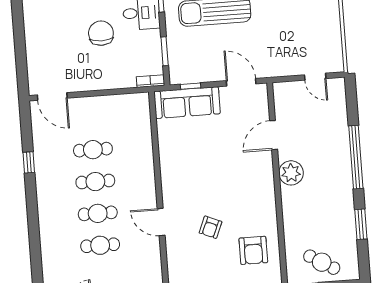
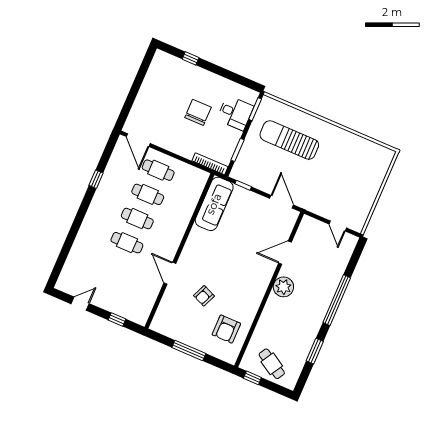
bookcase: (150, 81) -> (210, 164), width x1.56
sofa: (187, 103) -> (214, 204), moved, turned -90
cafe table: (100, 245) -> (158, 170), moved

